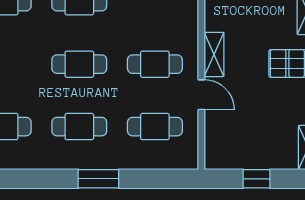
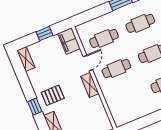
door: (201, 95) -> (88, 63), swing flipped
filing cabinet: (219, 148) -> (69, 41), added

